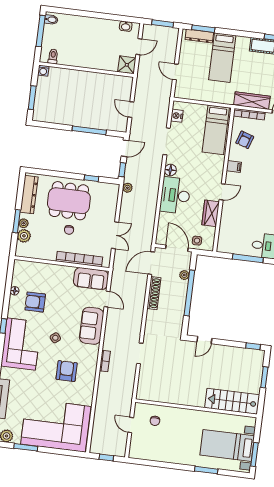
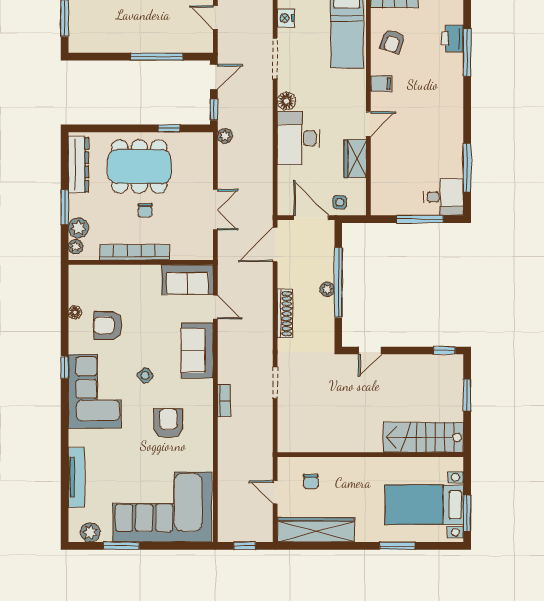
plant: (24, 223) -> (76, 247), moved
bookcase: (79, 259) -> (135, 252), moved
plant: (184, 275) -> (327, 289), moved
shoe rack: (154, 293) -> (285, 314), moved
wardrobe: (154, 453) -> (316, 530), added

